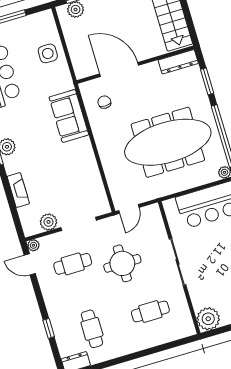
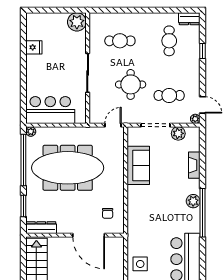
sofa: (69, 116) -> (138, 165), moved

